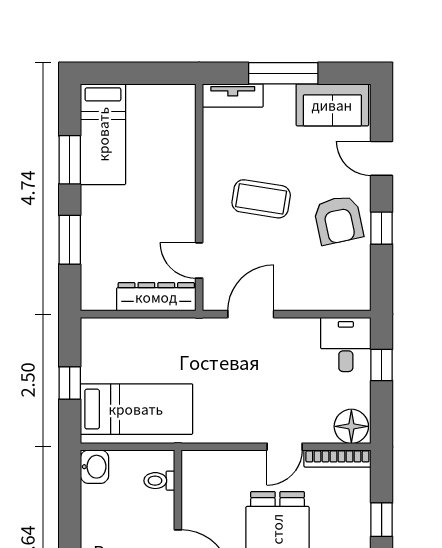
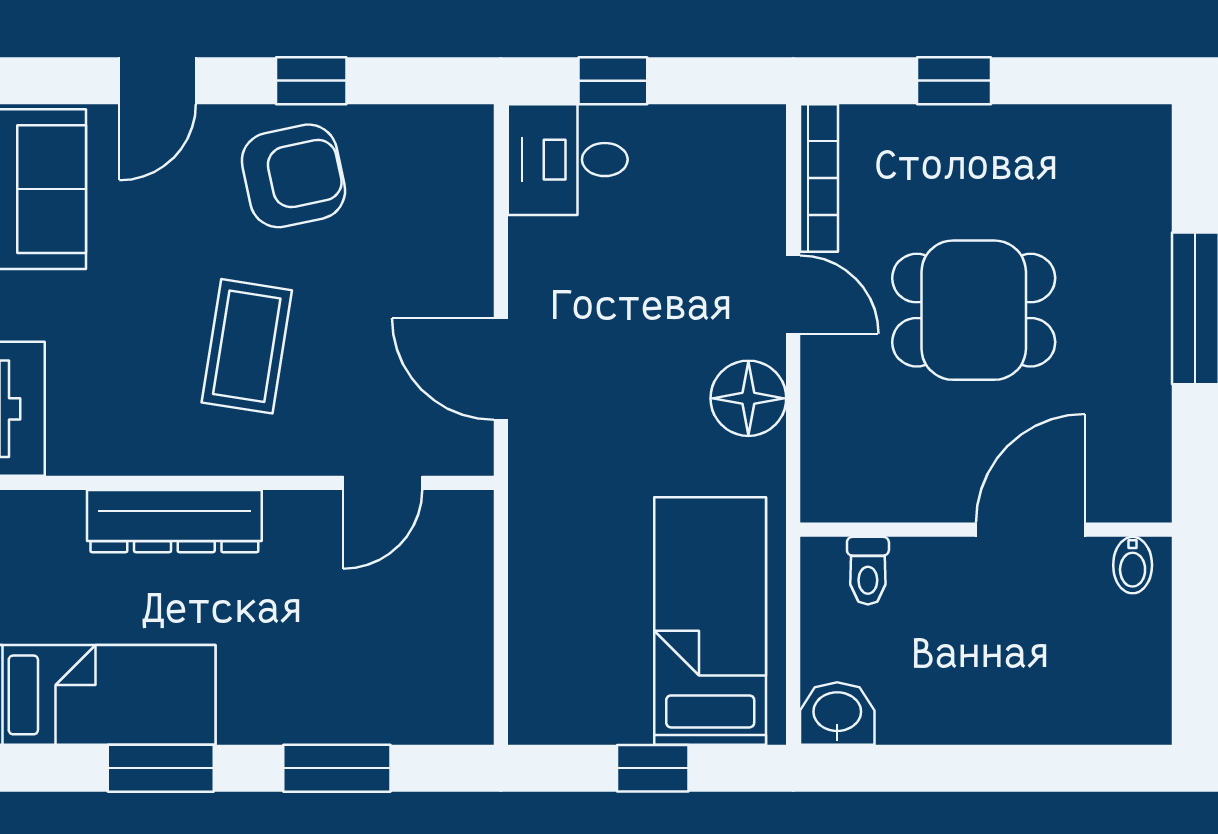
dresser: (156, 297) -> (174, 521), moved, turned -90
floor lamp: (351, 426) -> (748, 398), moved

